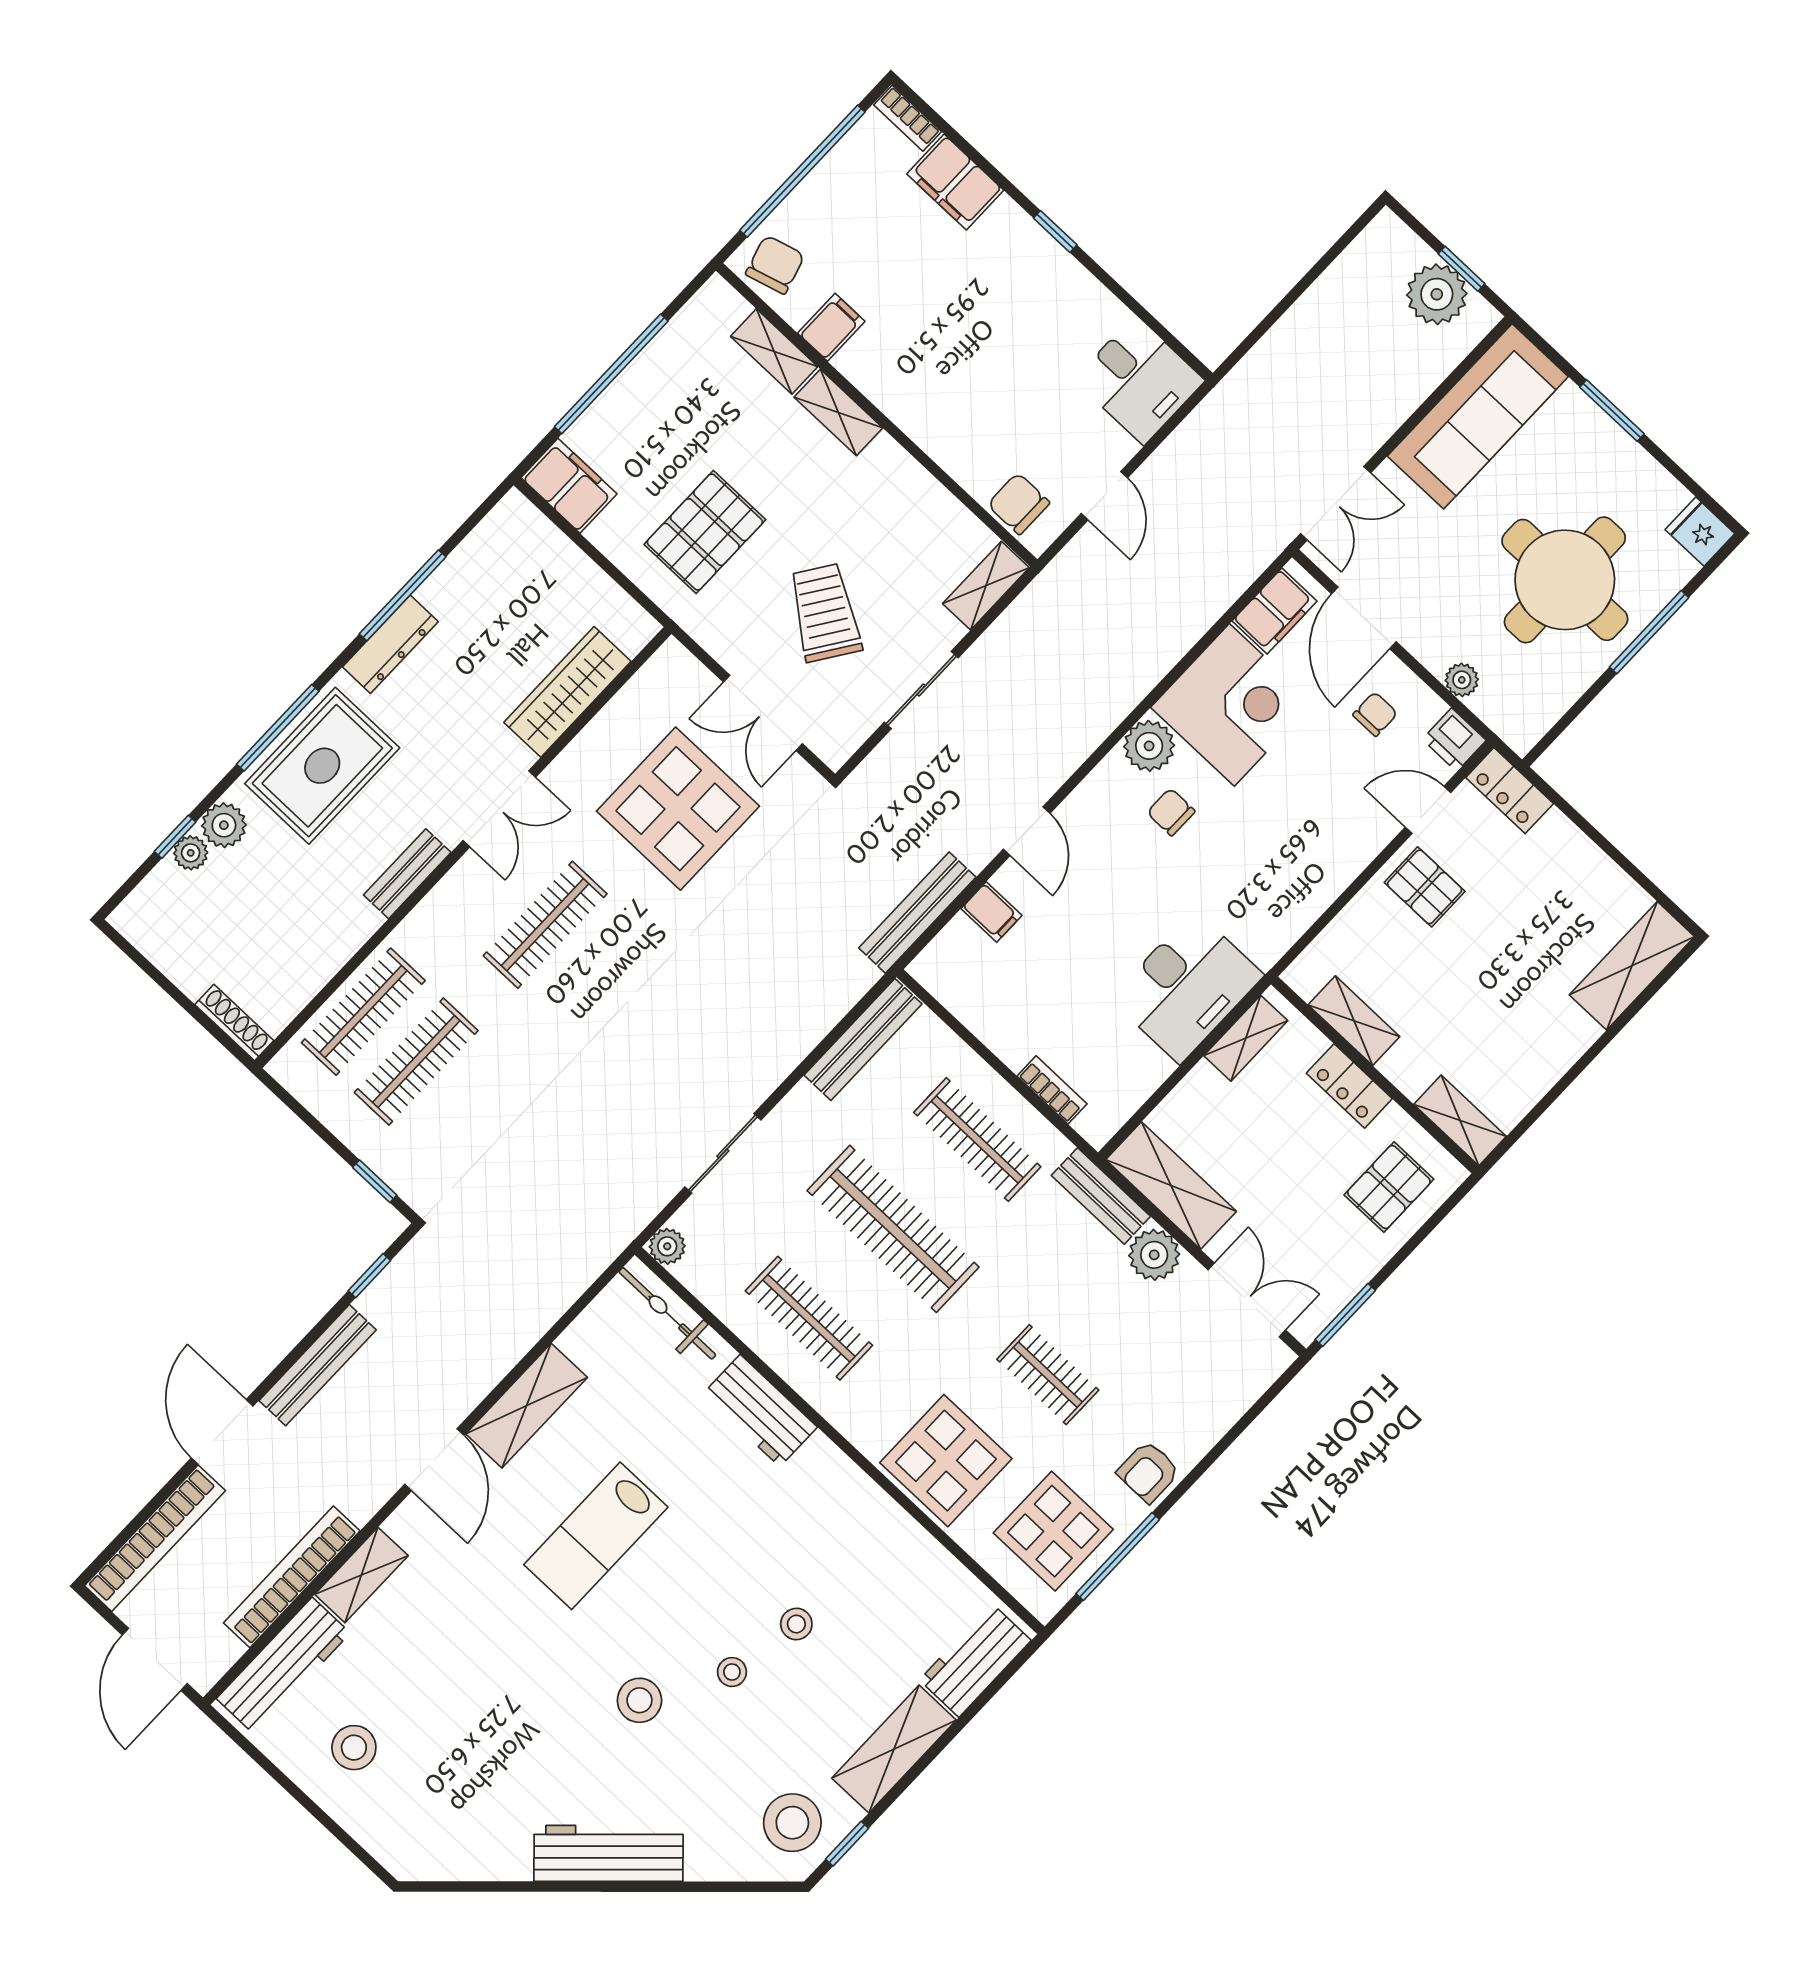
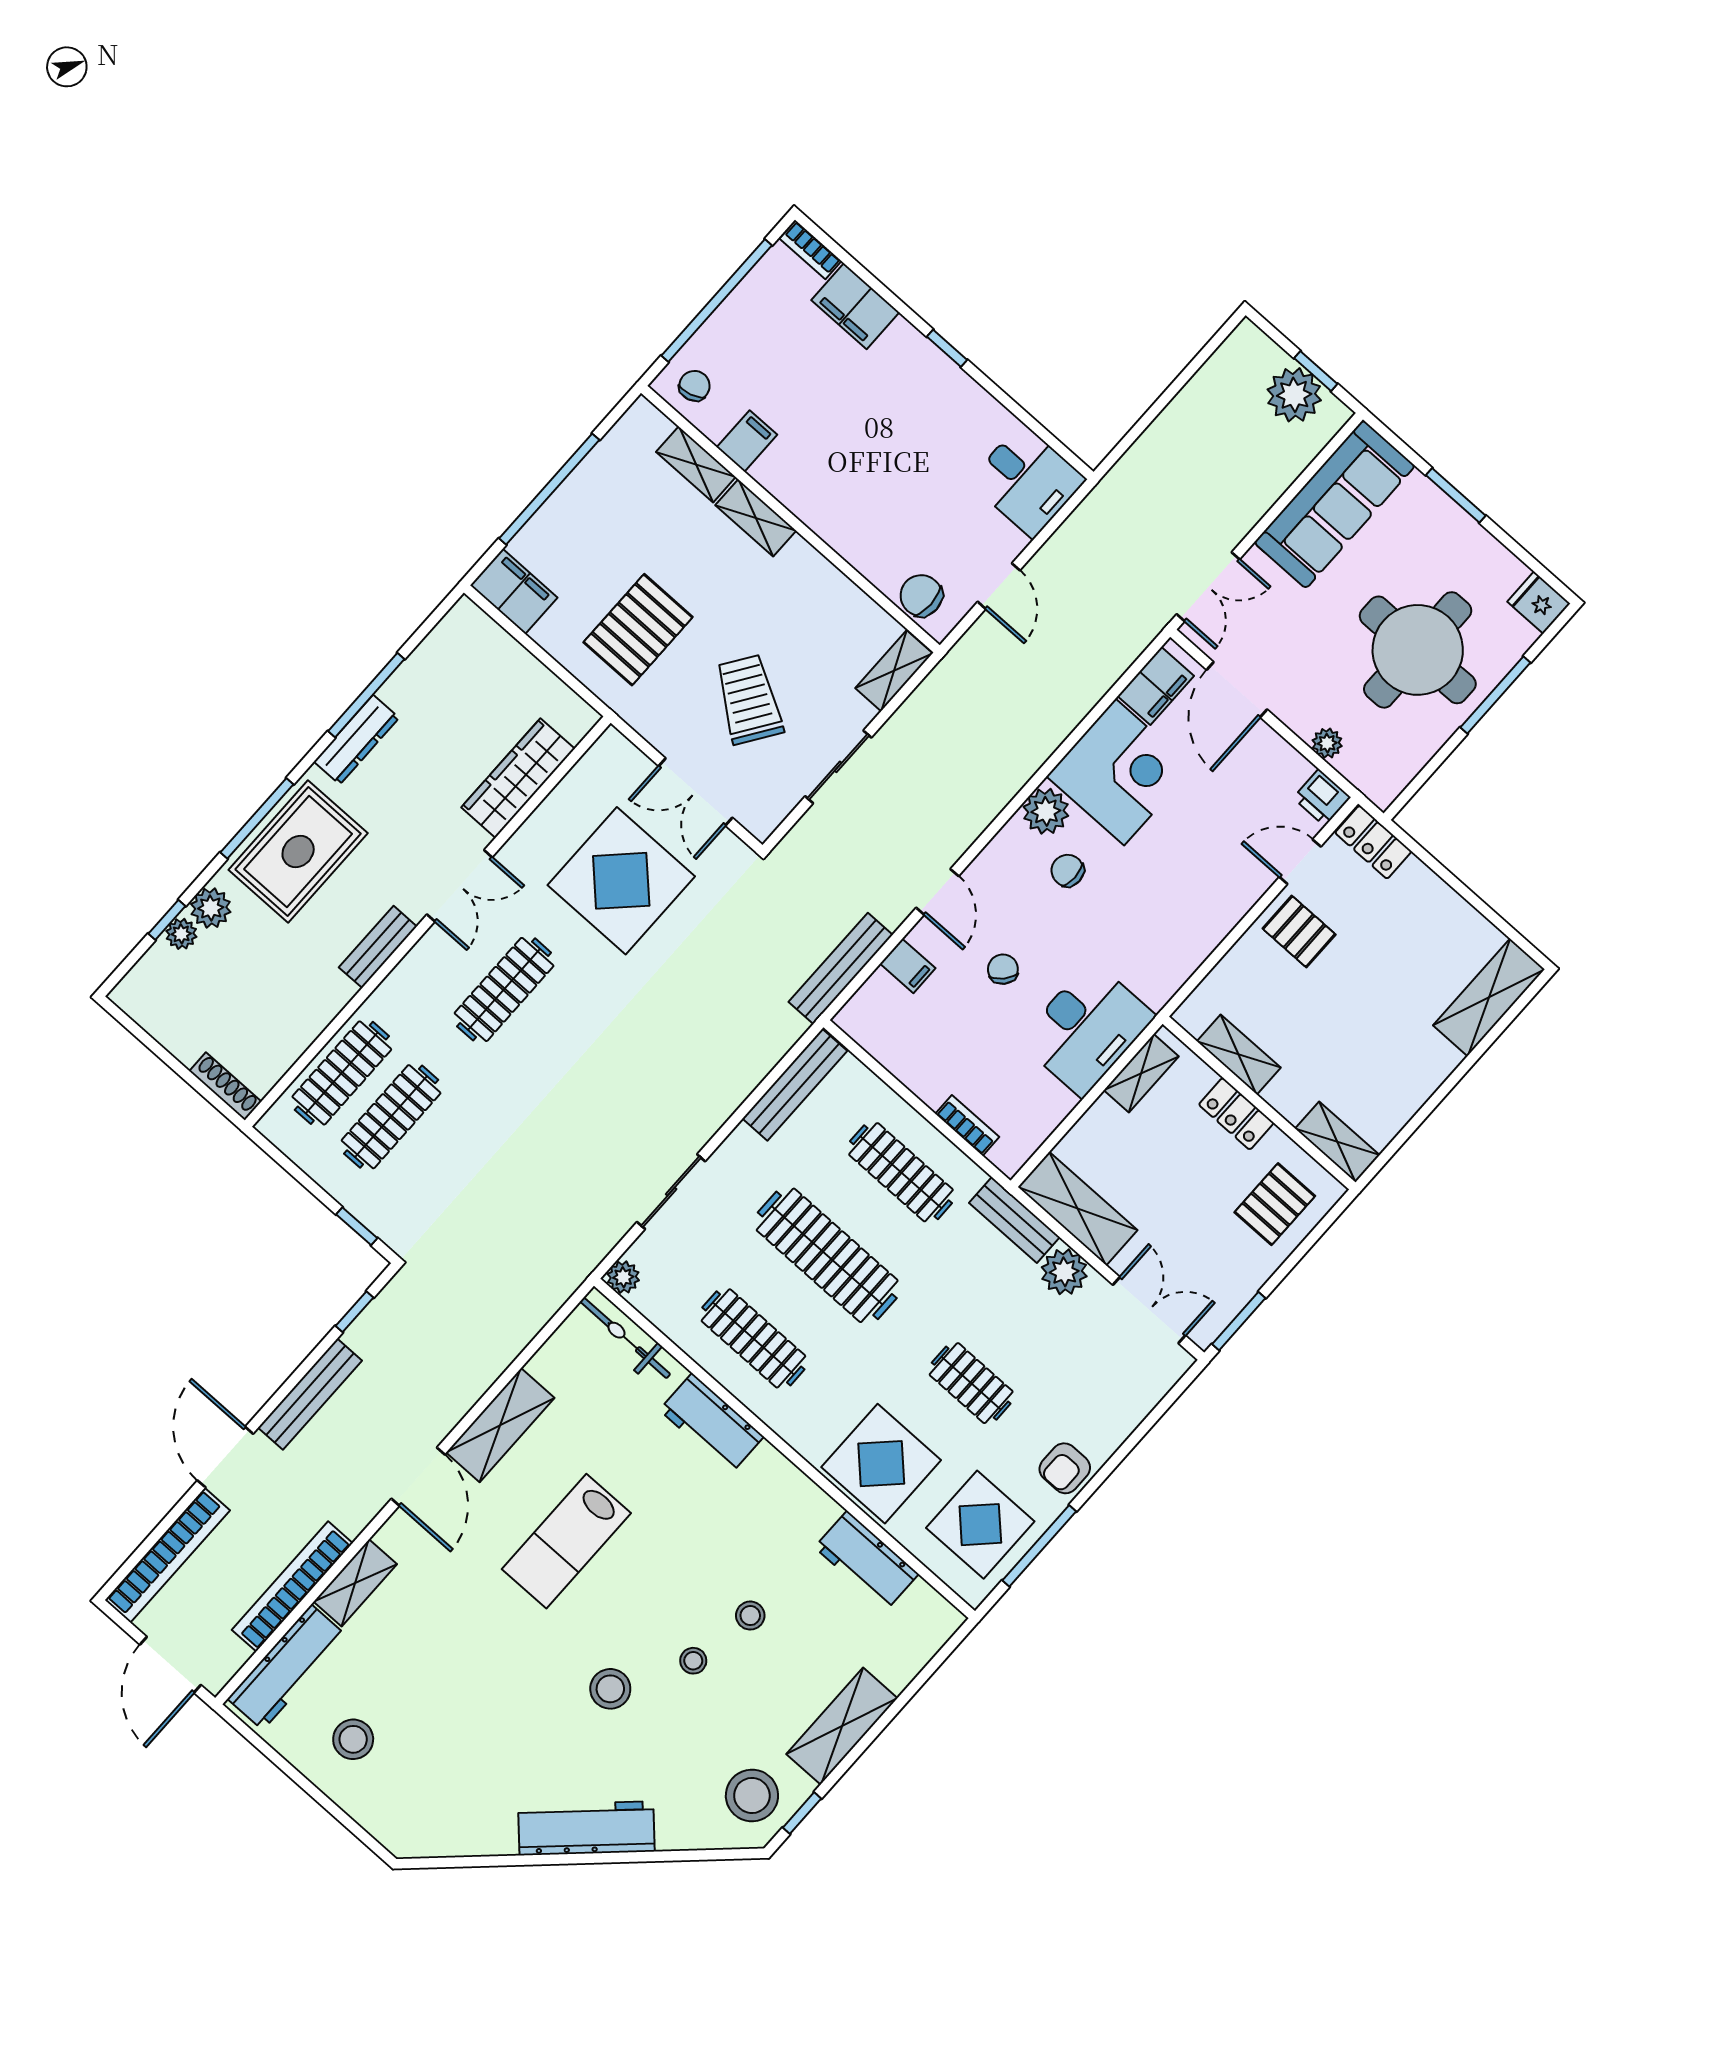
chair: (775, 265) -> (694, 386), width x0.73, depth x0.73
chair: (1375, 714) -> (1003, 969), moved, turned -48
workbench: (975, 1660) -> (867, 1561), moved, turned -90

